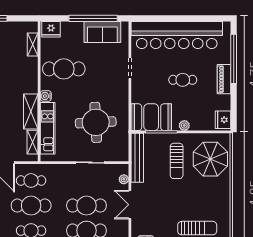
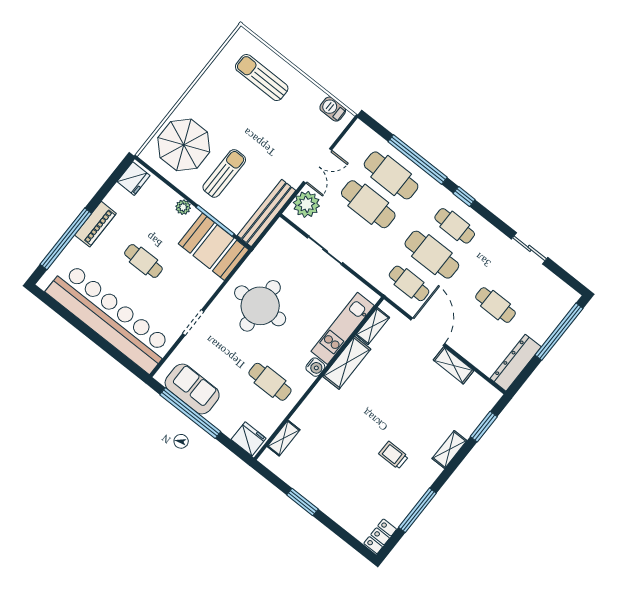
cafe table: (64, 69) -> (270, 382), width x0.73, depth x0.74
round table: (96, 122) -> (260, 306), moved
plant: (124, 179) -> (306, 204), width x1.87, depth x1.87

